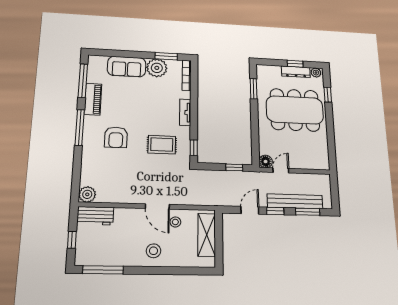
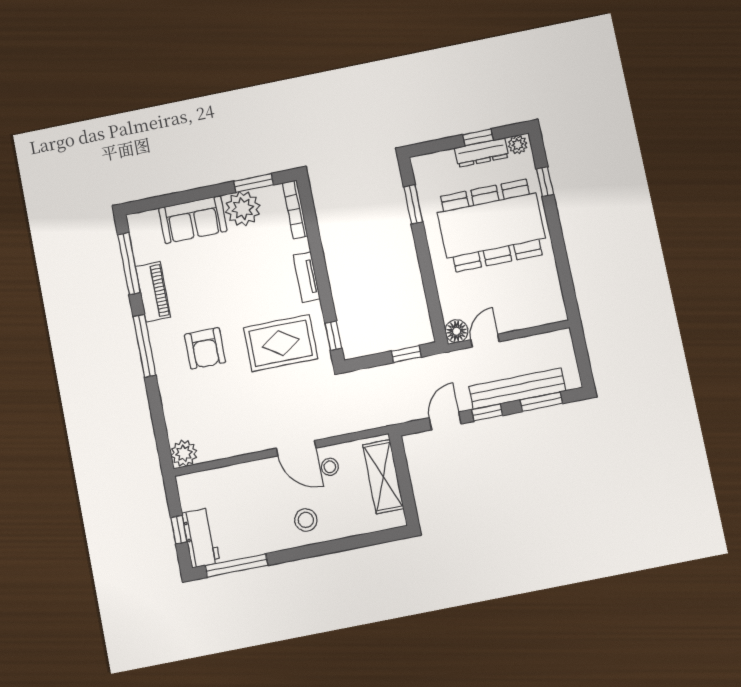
rug: (162, 145) -> (281, 343), width x1.36, depth x1.43
workbench: (95, 216) -> (201, 538), moved, turned -90

